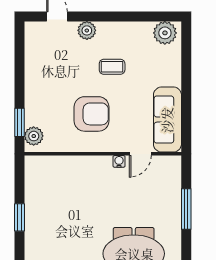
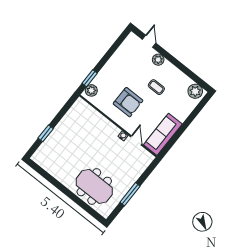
door: (140, 154) -> (136, 140), swing flipped
window: (186, 209) -> (130, 194), moved
window: (19, 217) -> (46, 133), moved

